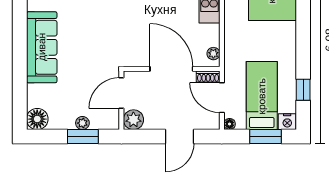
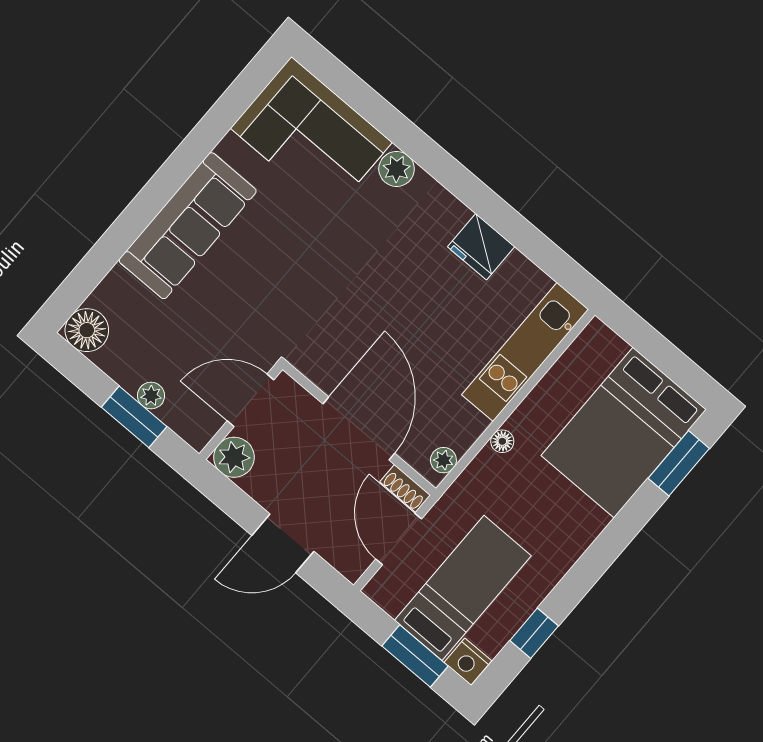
floor lamp: (230, 124) -> (502, 441), moved

